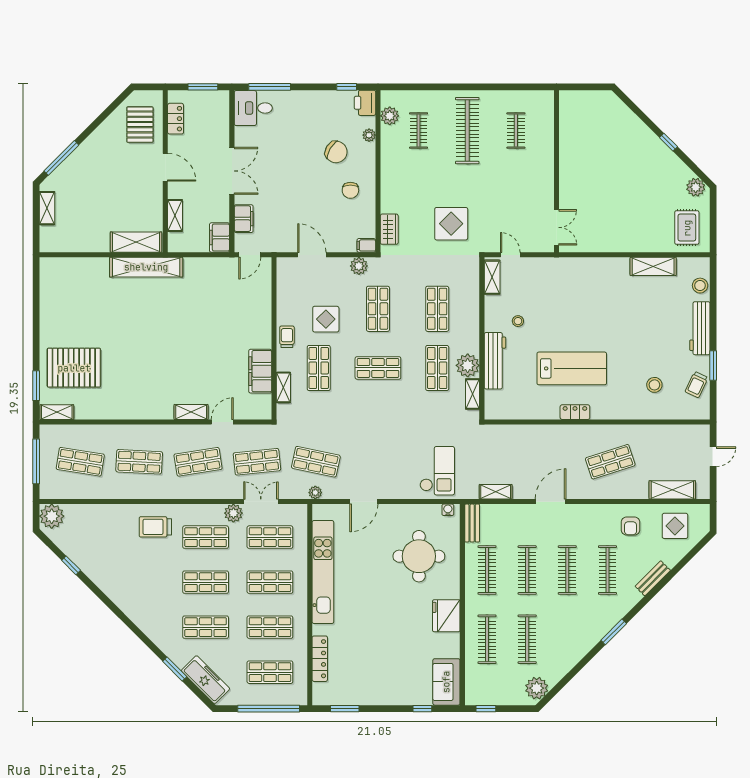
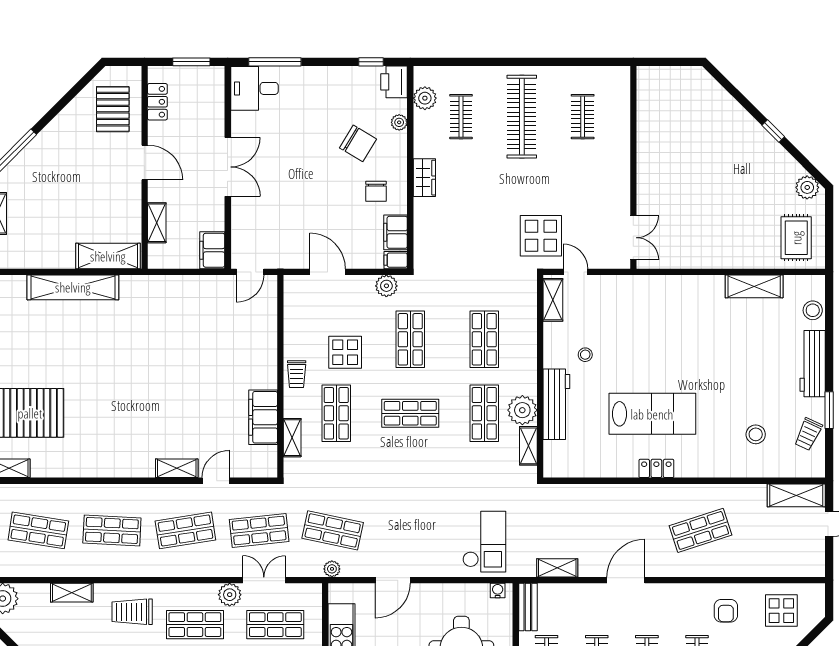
filing cabinet: (244, 219) -> (396, 232), moved, turned 180
display table: (451, 224) -> (541, 236), moved
wardrobe: (389, 229) -> (424, 178), moved
shelving: (146, 267) -> (73, 287), moved
trolley: (287, 337) -> (297, 374), turned 180
shelving: (672, 490) -> (796, 495), moved
shelving: (107, 512) -> (72, 593), added

